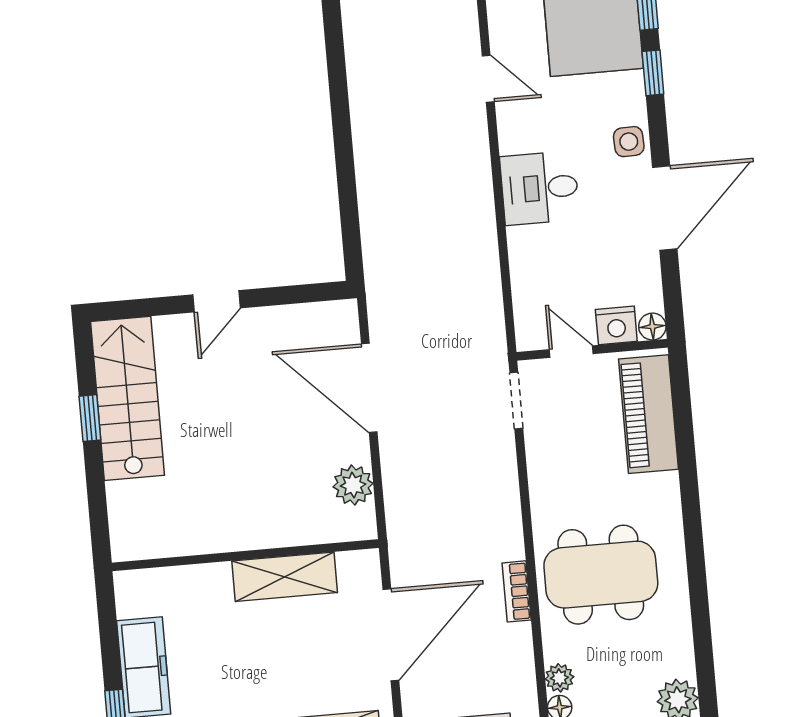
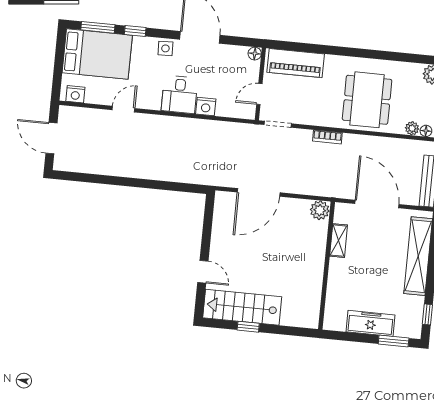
door: (217, 301) -> (203, 272), moved
nightstand: (616, 325) -> (206, 107), moved, turned 90
plant: (353, 485) -> (320, 210), moved
shelving: (285, 577) -> (339, 241), width x0.67, depth x0.75
bookcase: (517, 591) -> (327, 137), moved

